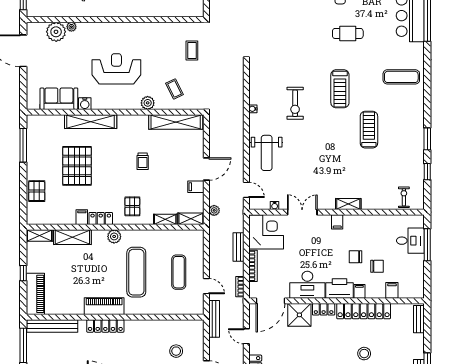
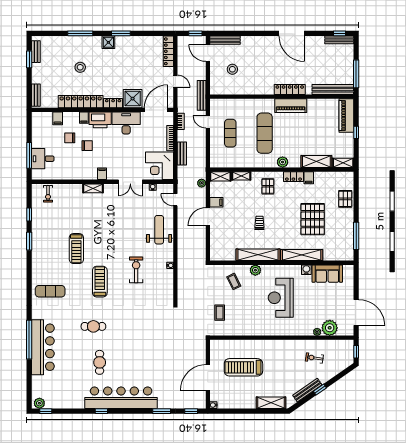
reception desk: (116, 69) -> (281, 298), turned 90
shelving: (176, 122) -> (258, 255), moved

